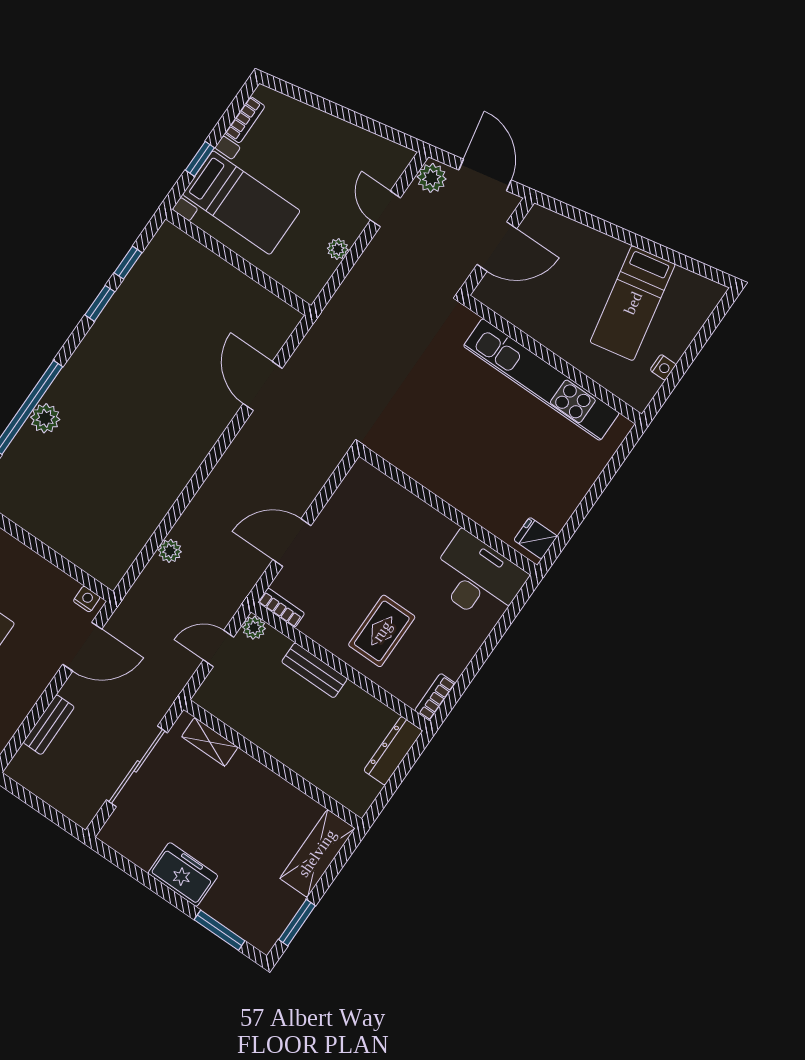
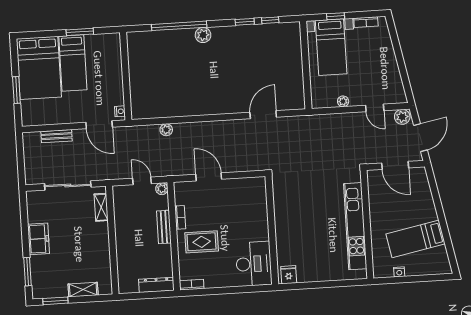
door: (385, 209) -> (375, 108), swing flipped
plant: (45, 418) -> (203, 35), moved
bookcase: (281, 608) -> (180, 217), moved
shelving: (317, 853) -> (83, 290), width x0.67, depth x0.75

